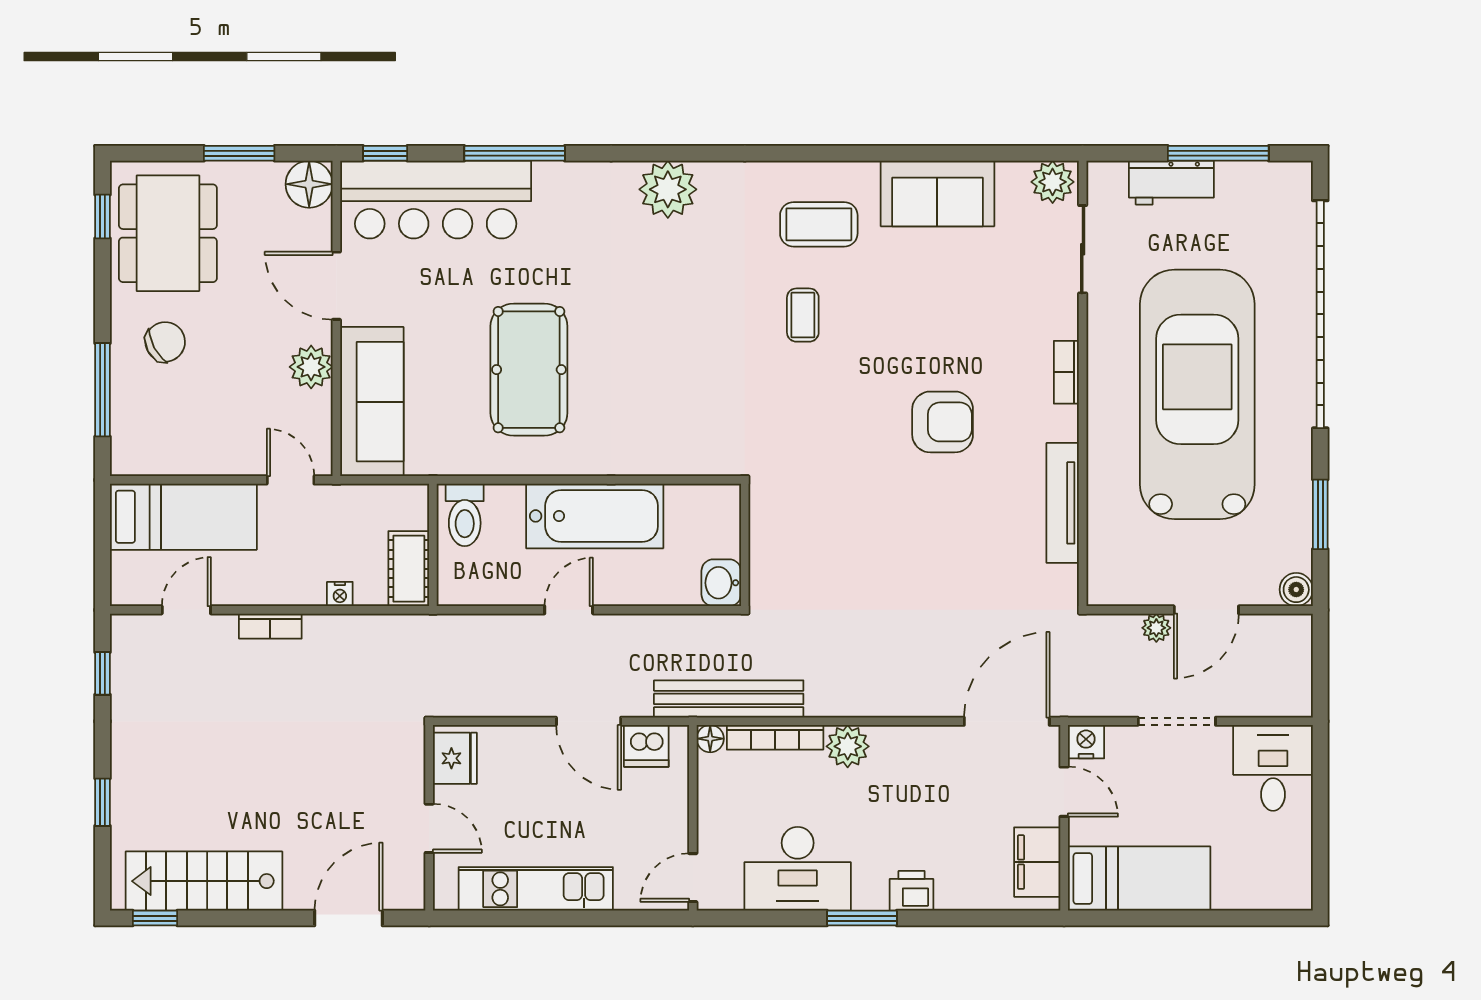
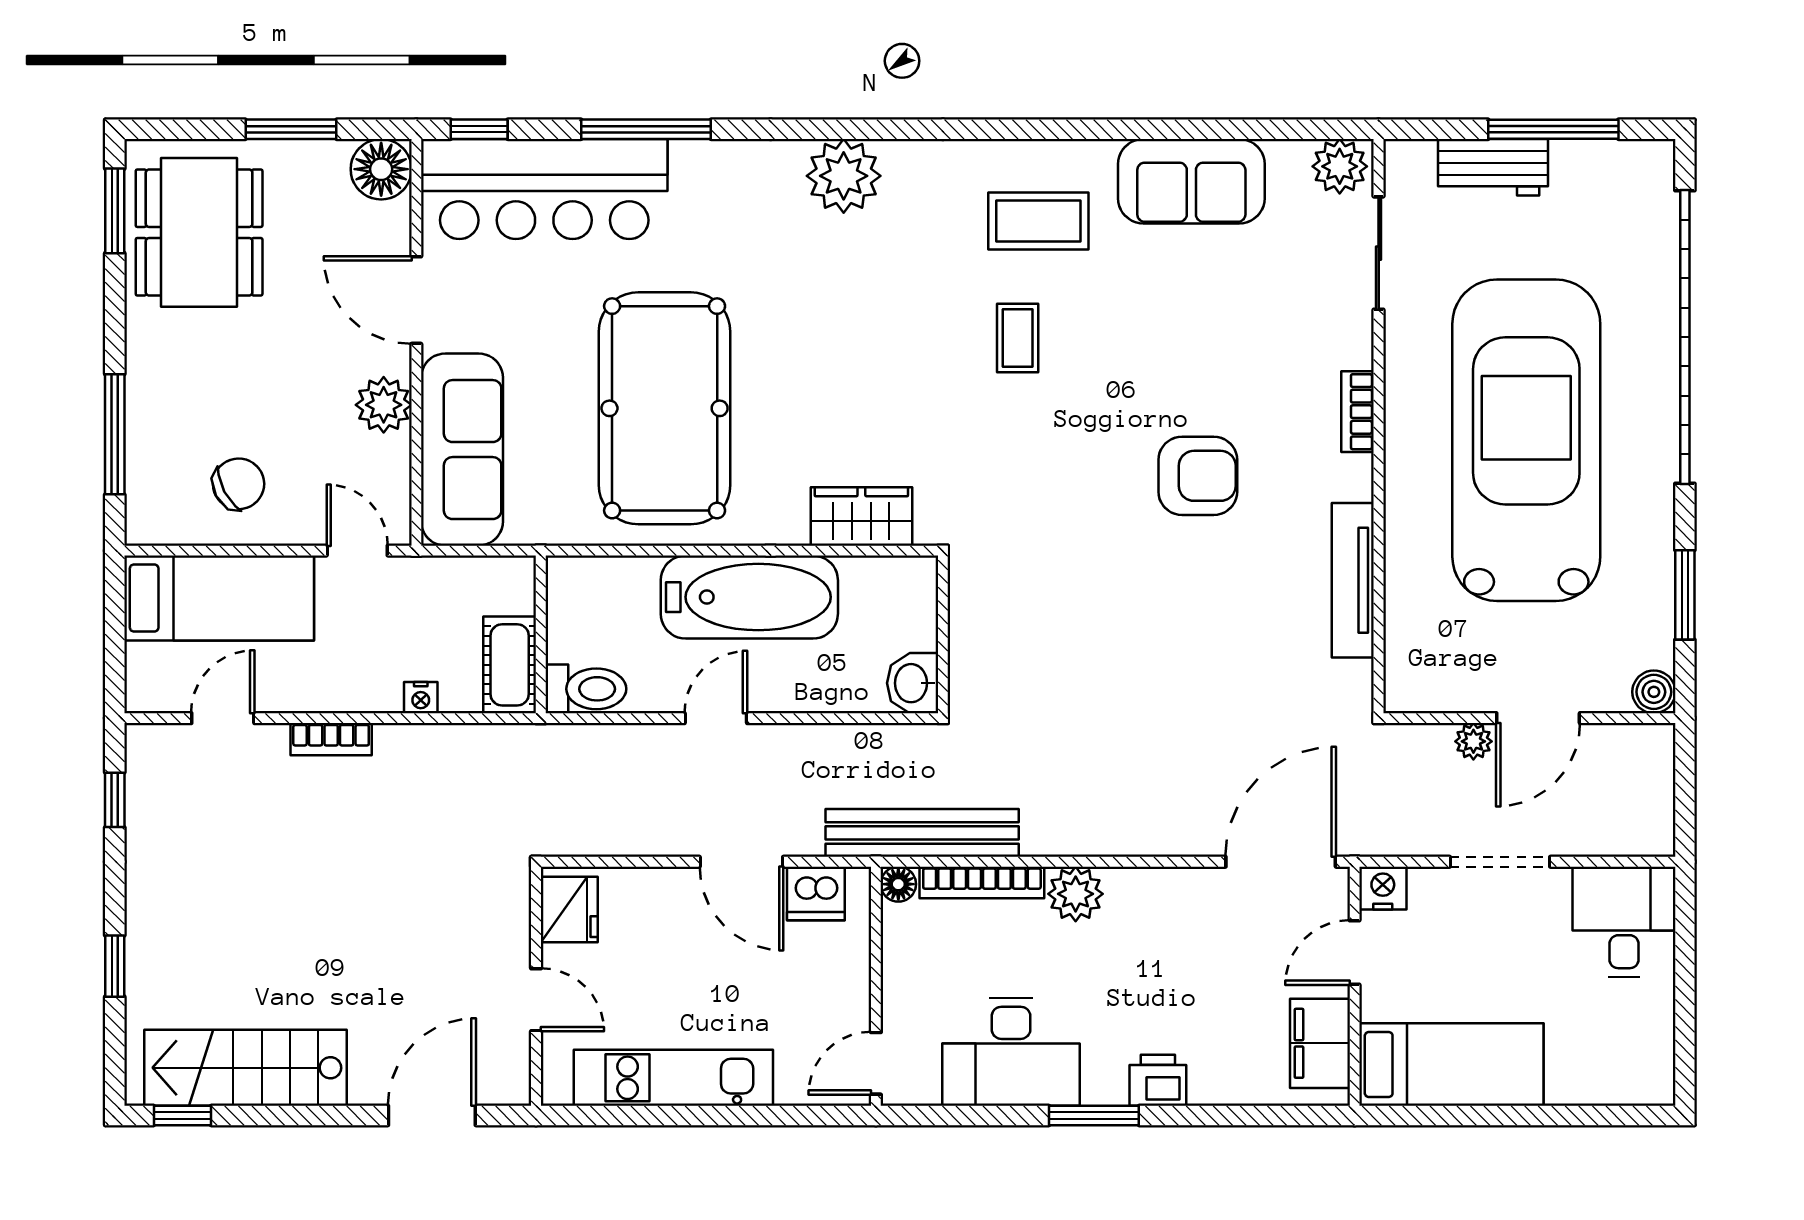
window: (102, 217) -> (115, 211), width x1.50
chair: (165, 342) -> (239, 484), moved
pool table: (529, 370) -> (665, 408), width x1.36, depth x1.32
wardrobe: (682, 453) -> (861, 516), added
toilet: (465, 515) -> (586, 689), moved, turned -90
door: (1064, 792) -> (1355, 953), swing flipped

